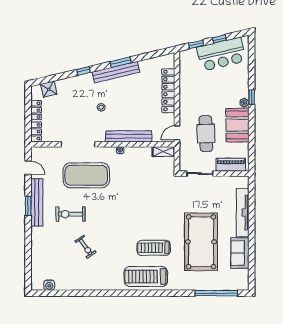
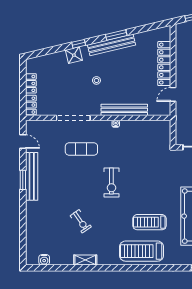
shower: (49, 89) -> (74, 55), moved
door: (177, 133) -> (173, 94), moved
shelving: (163, 152) -> (85, 260), moved
exercise mat: (86, 175) -> (81, 149), width x0.50, depth x0.69
exercise bike: (71, 214) -> (111, 182), moved, turned -90

